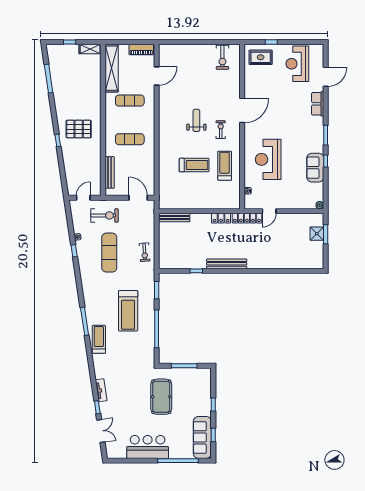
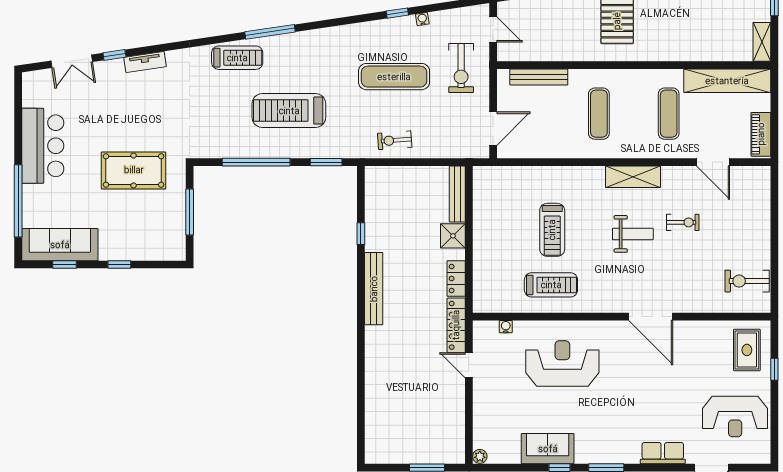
reception desk: (297, 64) -> (735, 417), turned 180
shelving: (165, 120) -> (633, 177), added
exercise bike: (221, 130) -> (683, 222), moved
shower: (317, 234) -> (453, 236), moved

